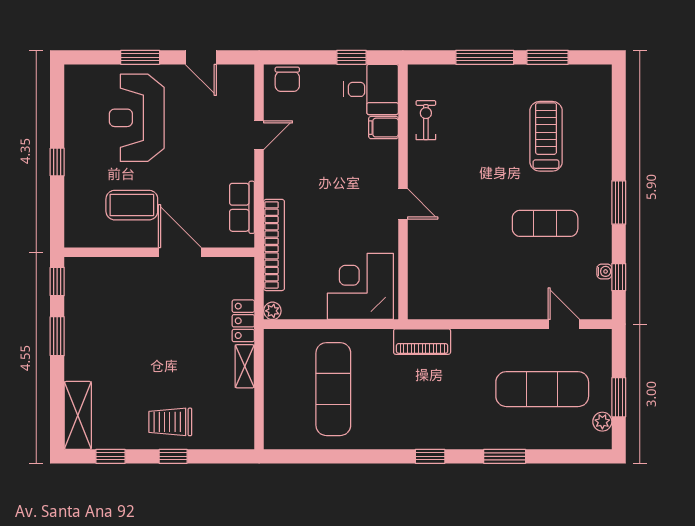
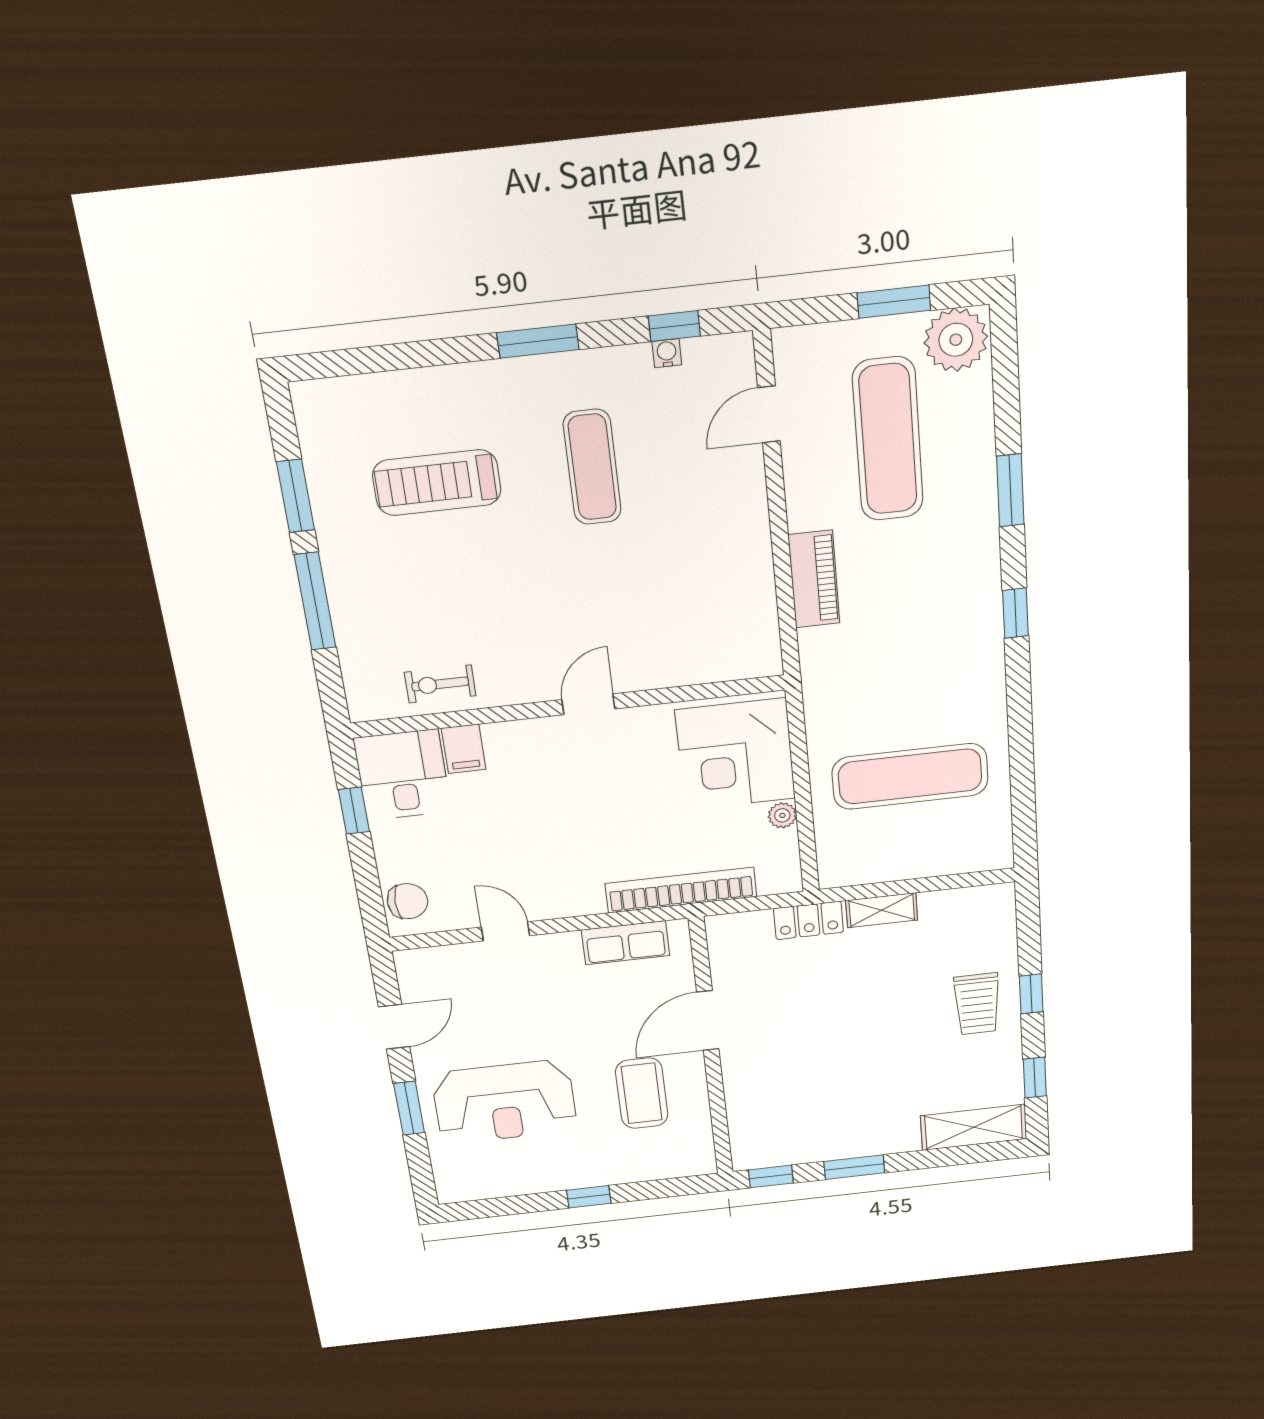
plant: (272, 311) -> (782, 815), moved
piano: (422, 342) -> (814, 579), moved
plant: (602, 422) -> (956, 340), width x1.87, depth x1.87

